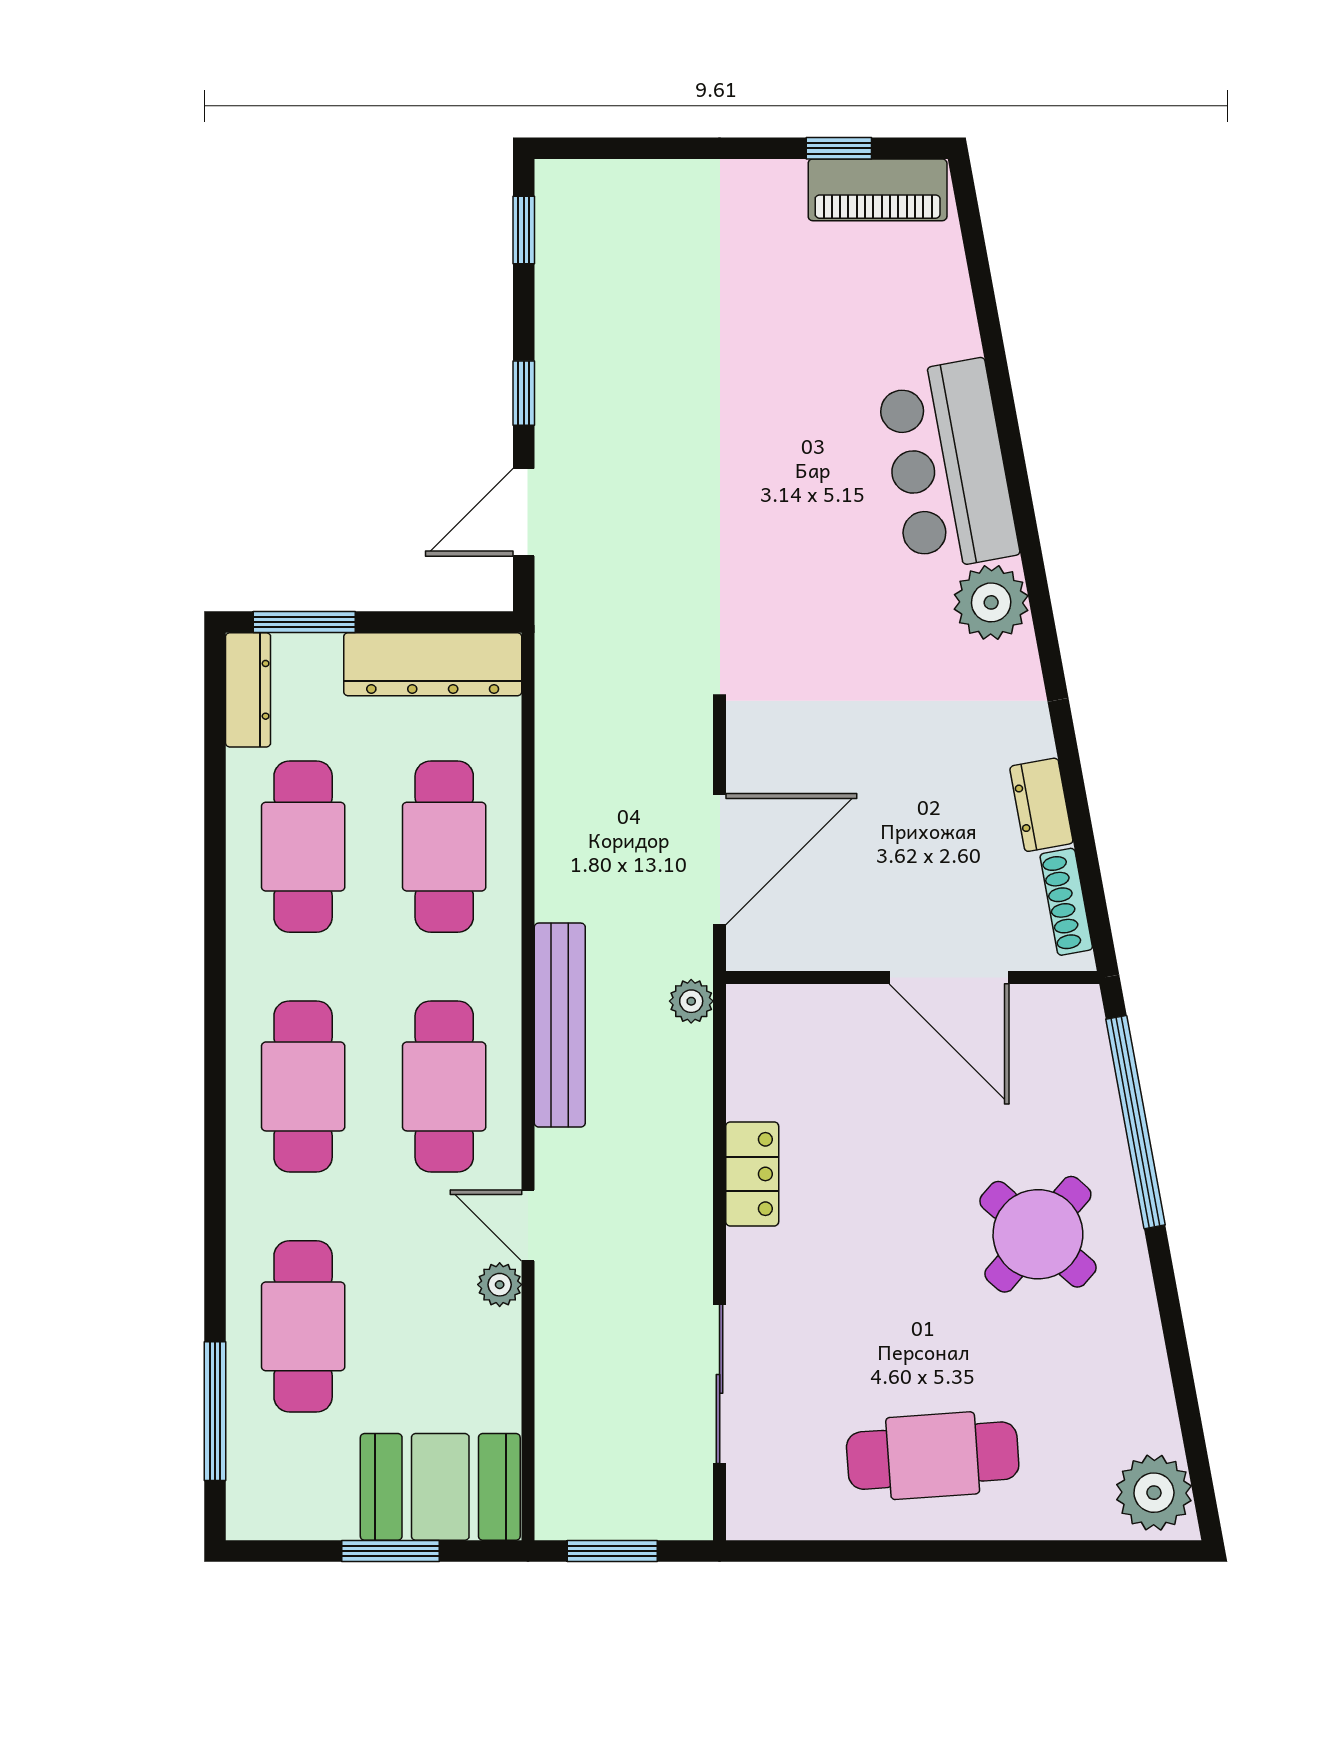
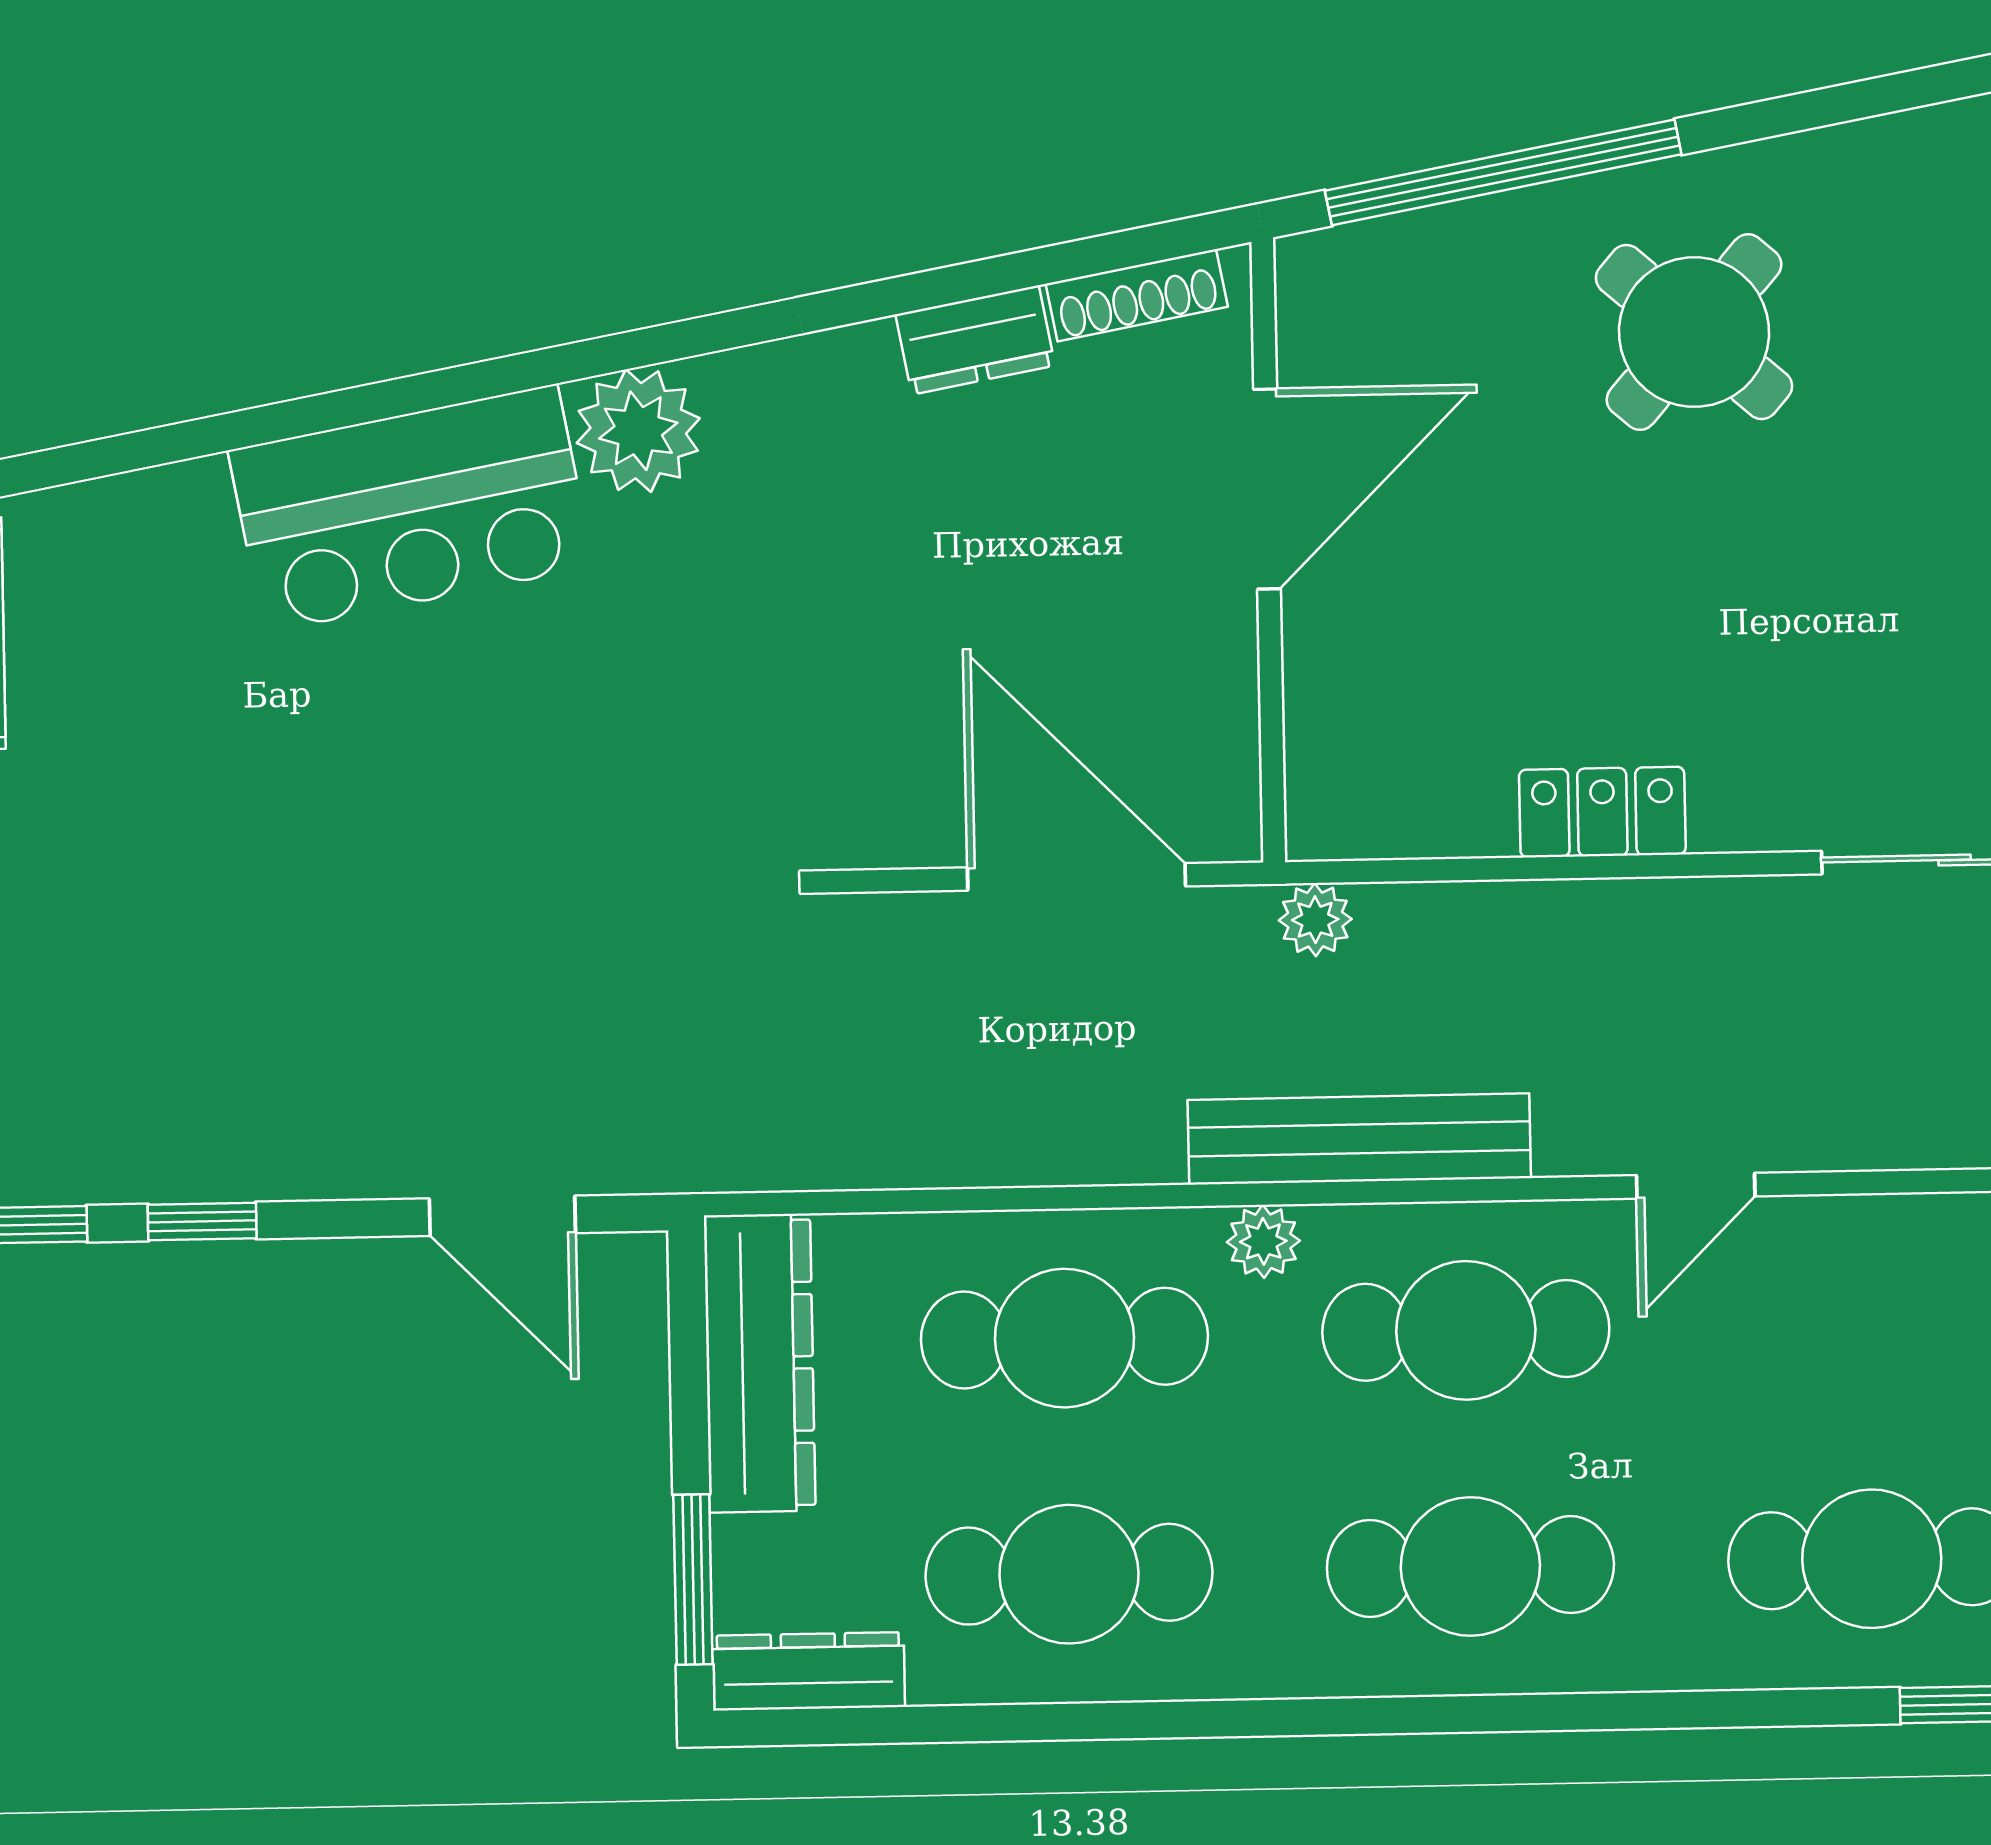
window: (524, 393) -> (202, 1222), moved
plant: (500, 1285) -> (1263, 1241), moved

